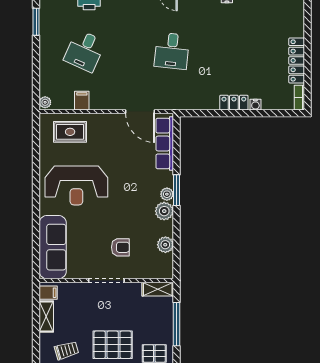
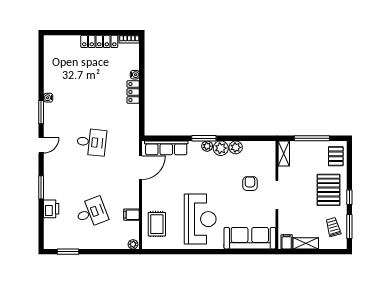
desk: (85, 51) -> (91, 212), turned -45
plant: (165, 245) -> (236, 147), moved

